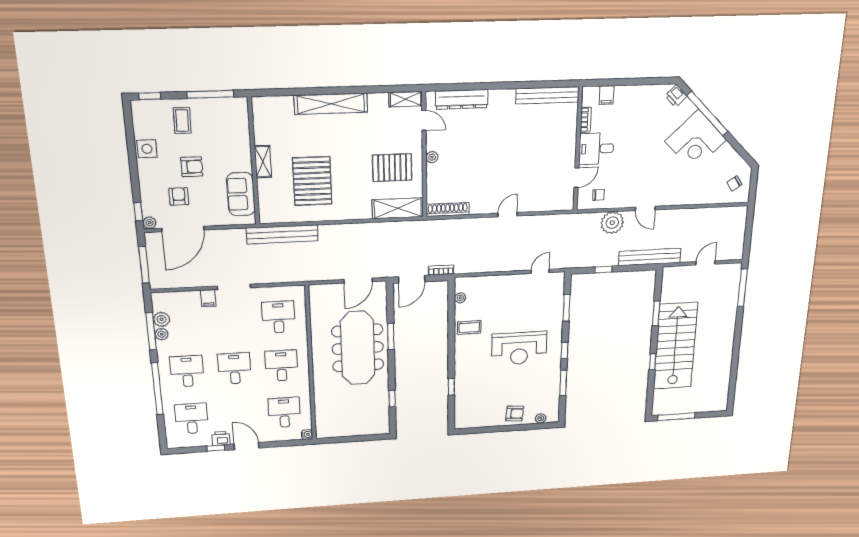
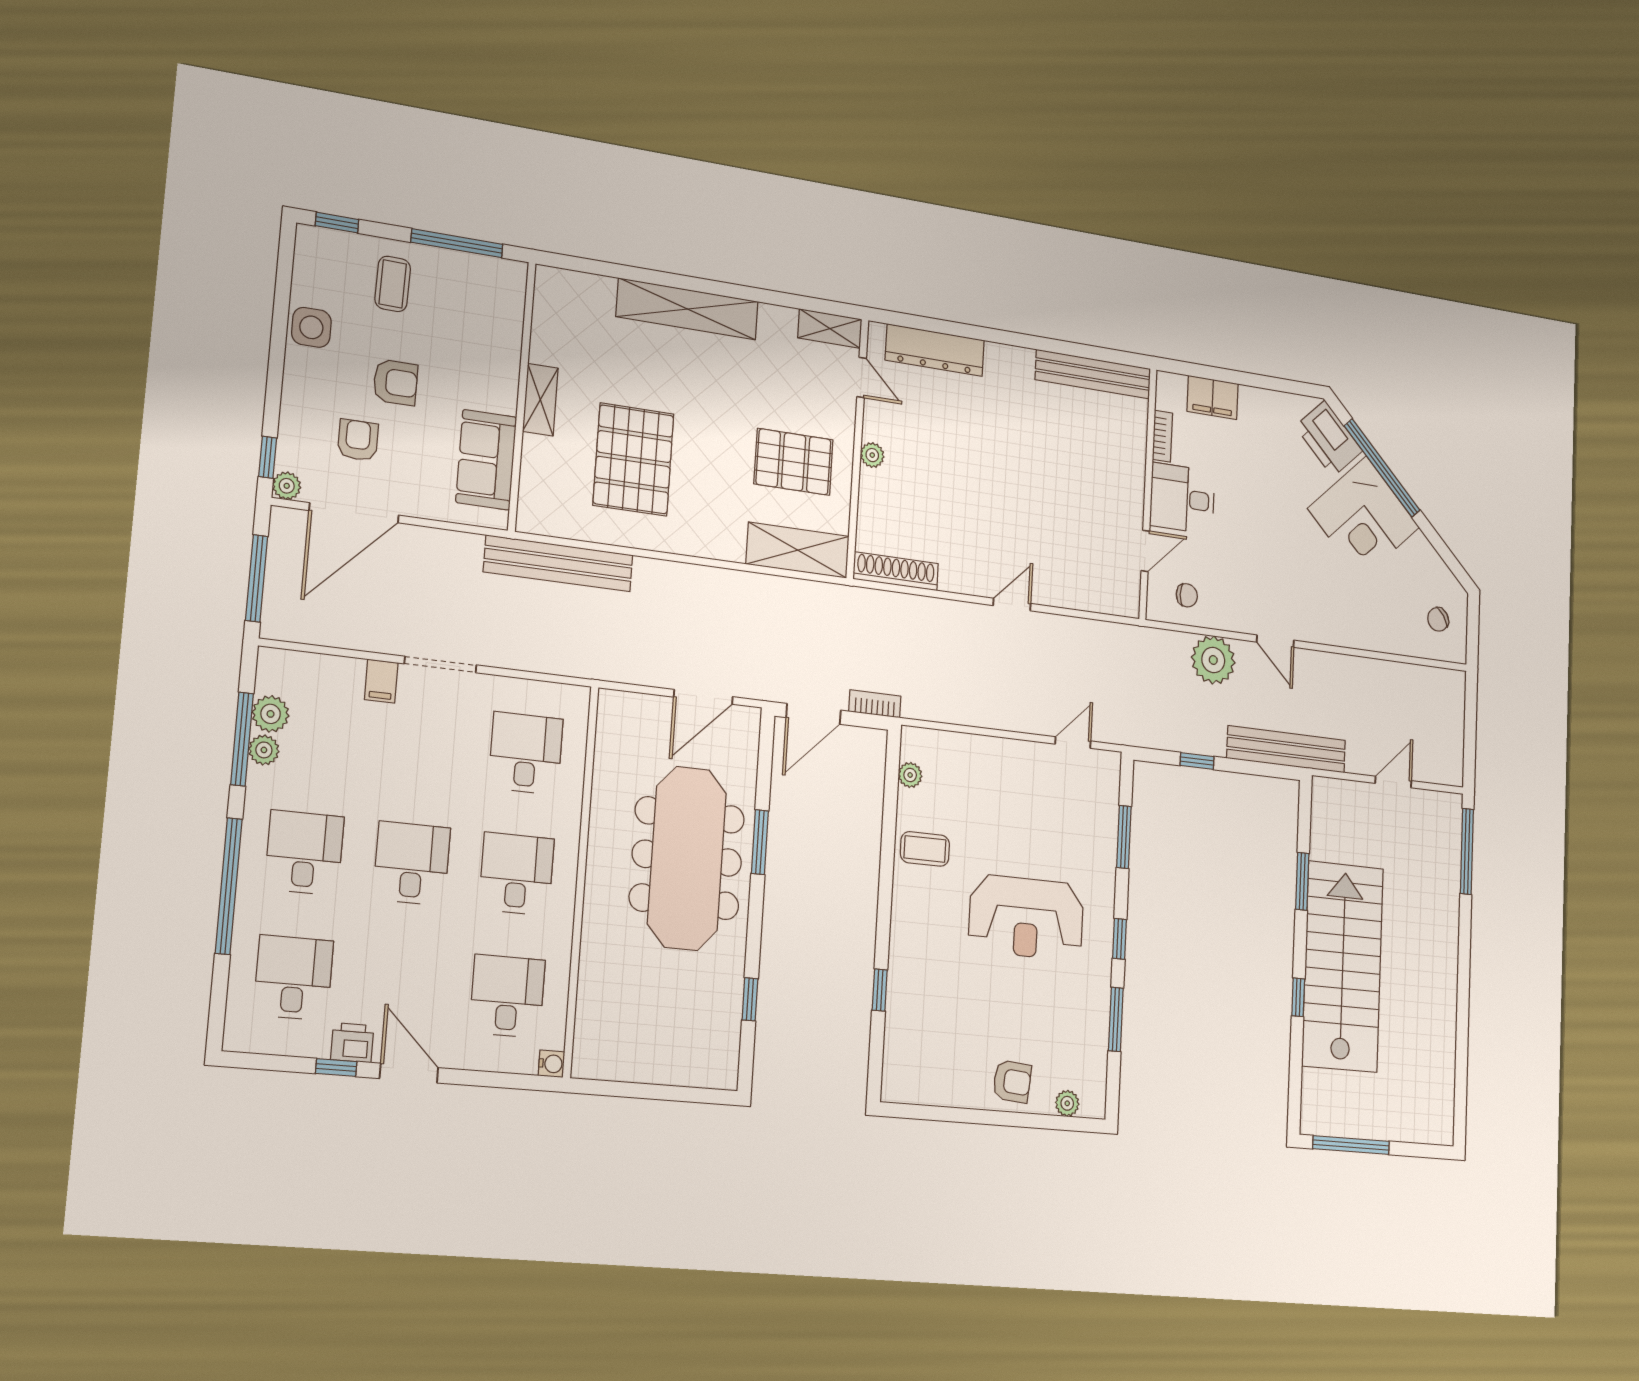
filing cabinet: (606, 95) -> (1213, 397), width x2.00
printer: (676, 96) -> (1329, 439), width x1.87, depth x1.48

